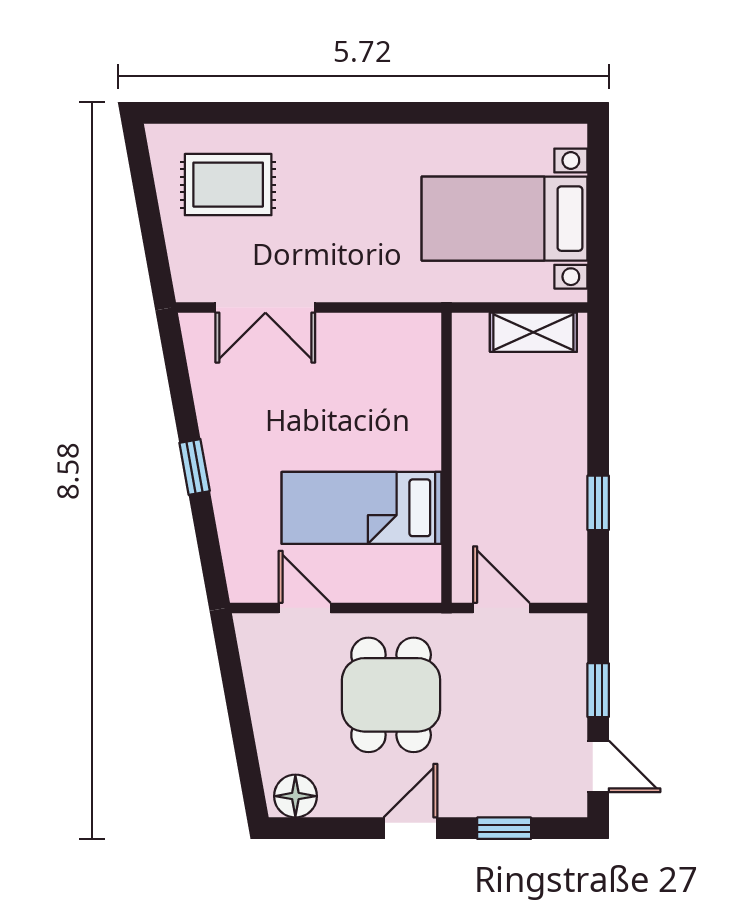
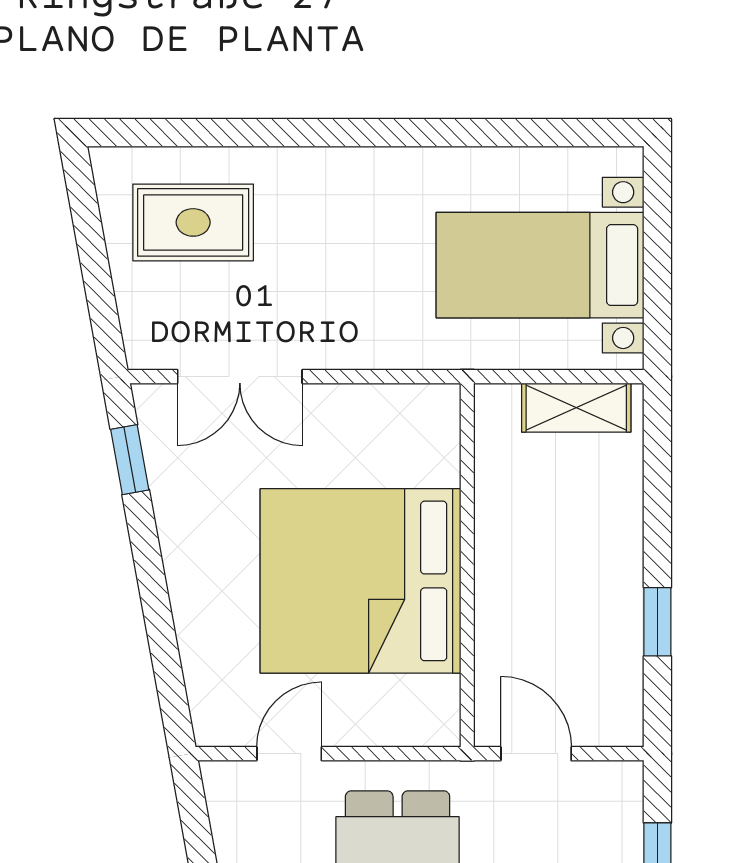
window: (195, 467) -> (130, 460), moved
bed: (362, 508) -> (360, 581), width x2.04
door: (305, 608) -> (289, 754), hinge flipped

